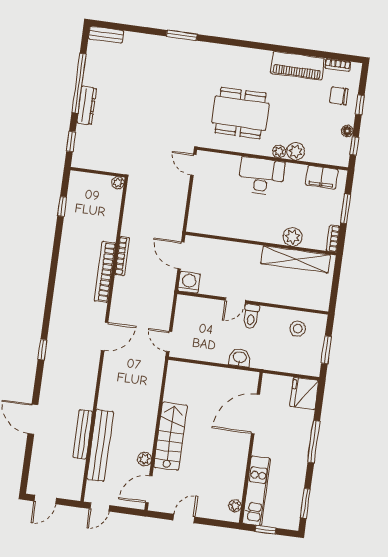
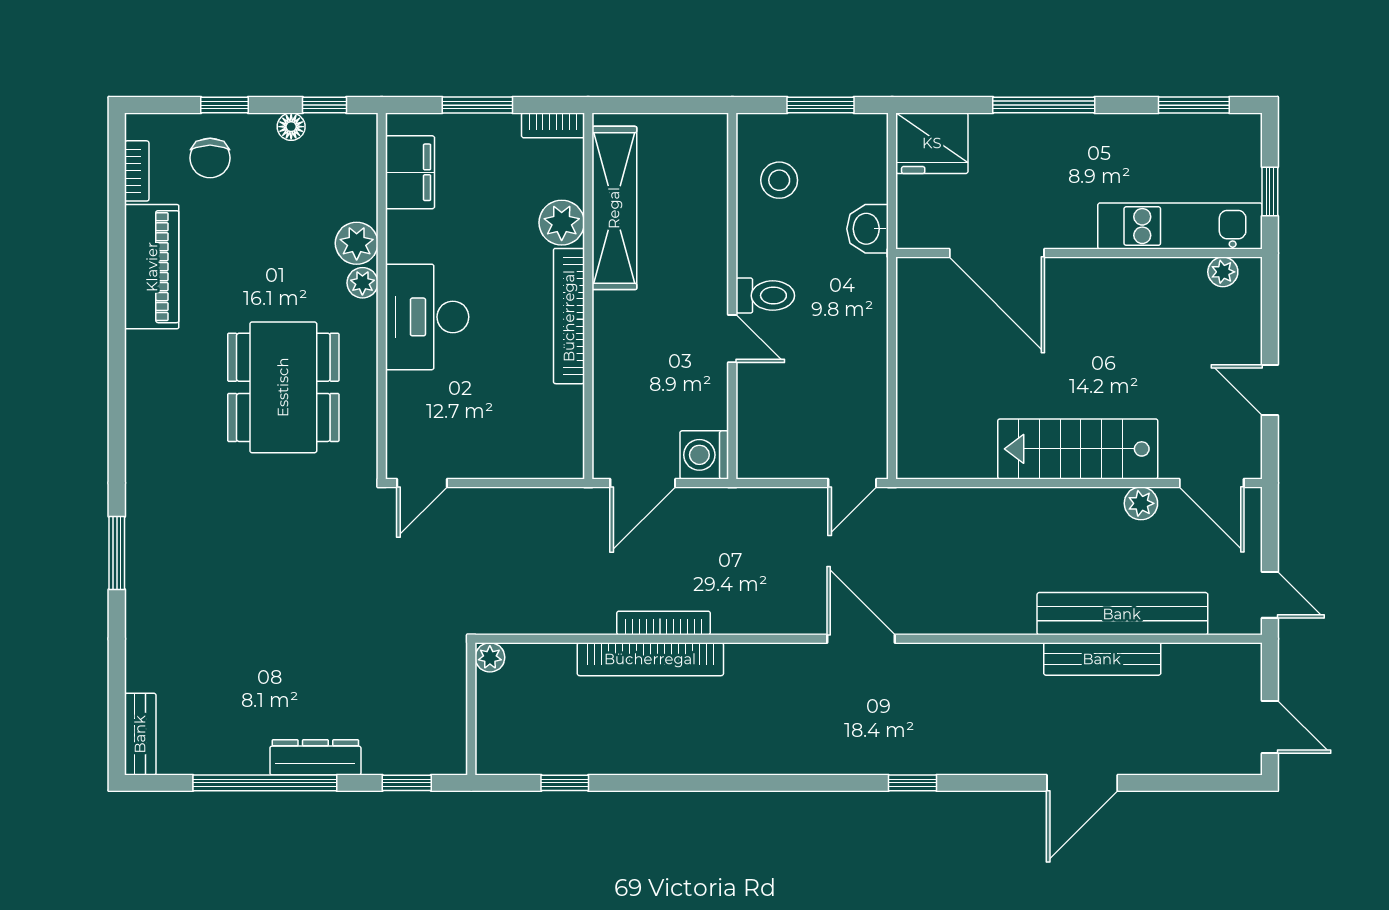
bookcase: (254, 234) -> (569, 316), added
bookcase: (105, 272) -> (650, 659), moved
washbasin: (240, 358) -> (867, 229), moved

